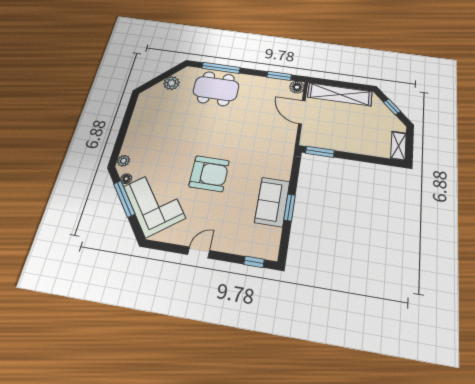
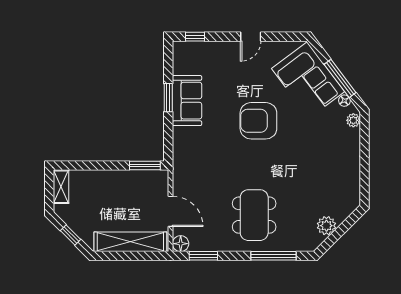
dining table: (216, 89) -> (254, 215), moved, turned 90

